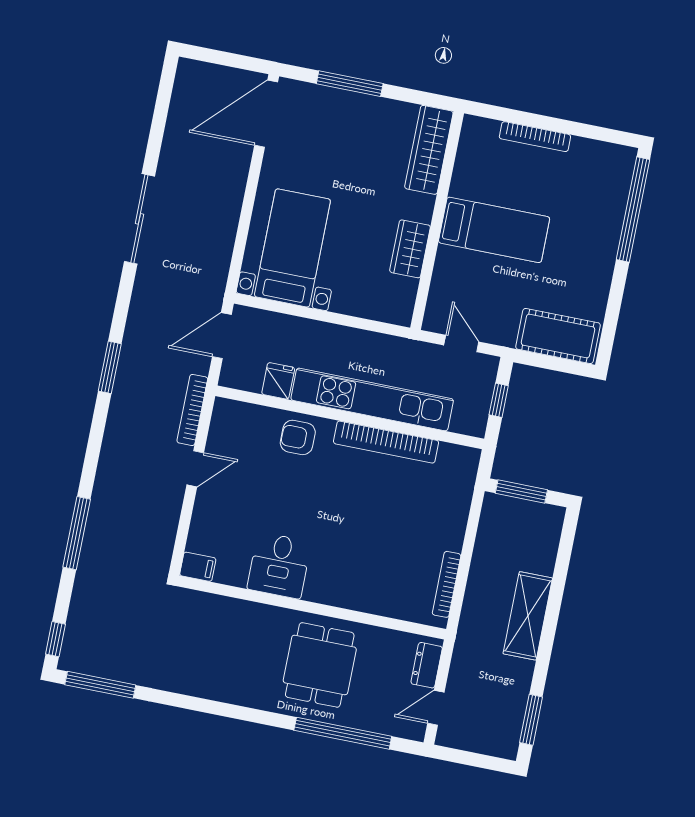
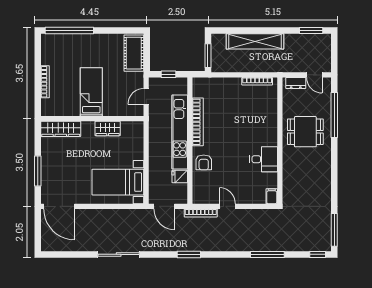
shelving: (528, 616) -> (255, 41), width x1.47

